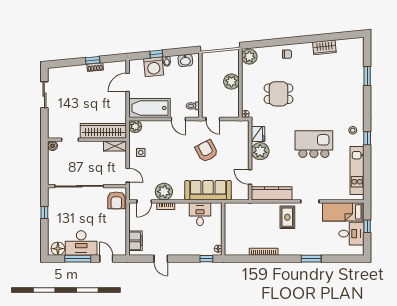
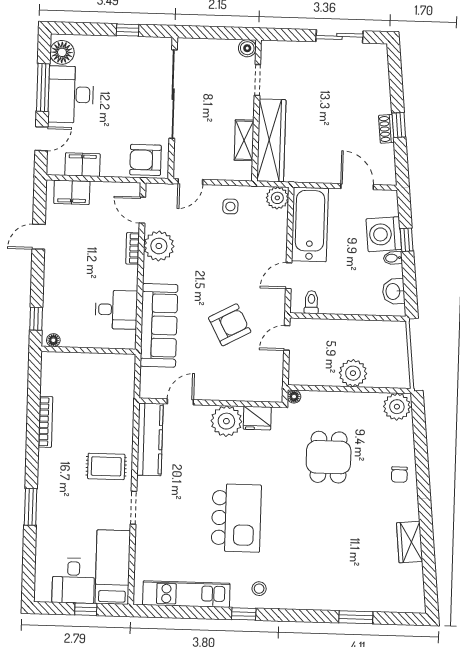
shelving: (115, 146) -> (244, 140), moved
filing cabinet: (120, 235) -> (82, 165), added

